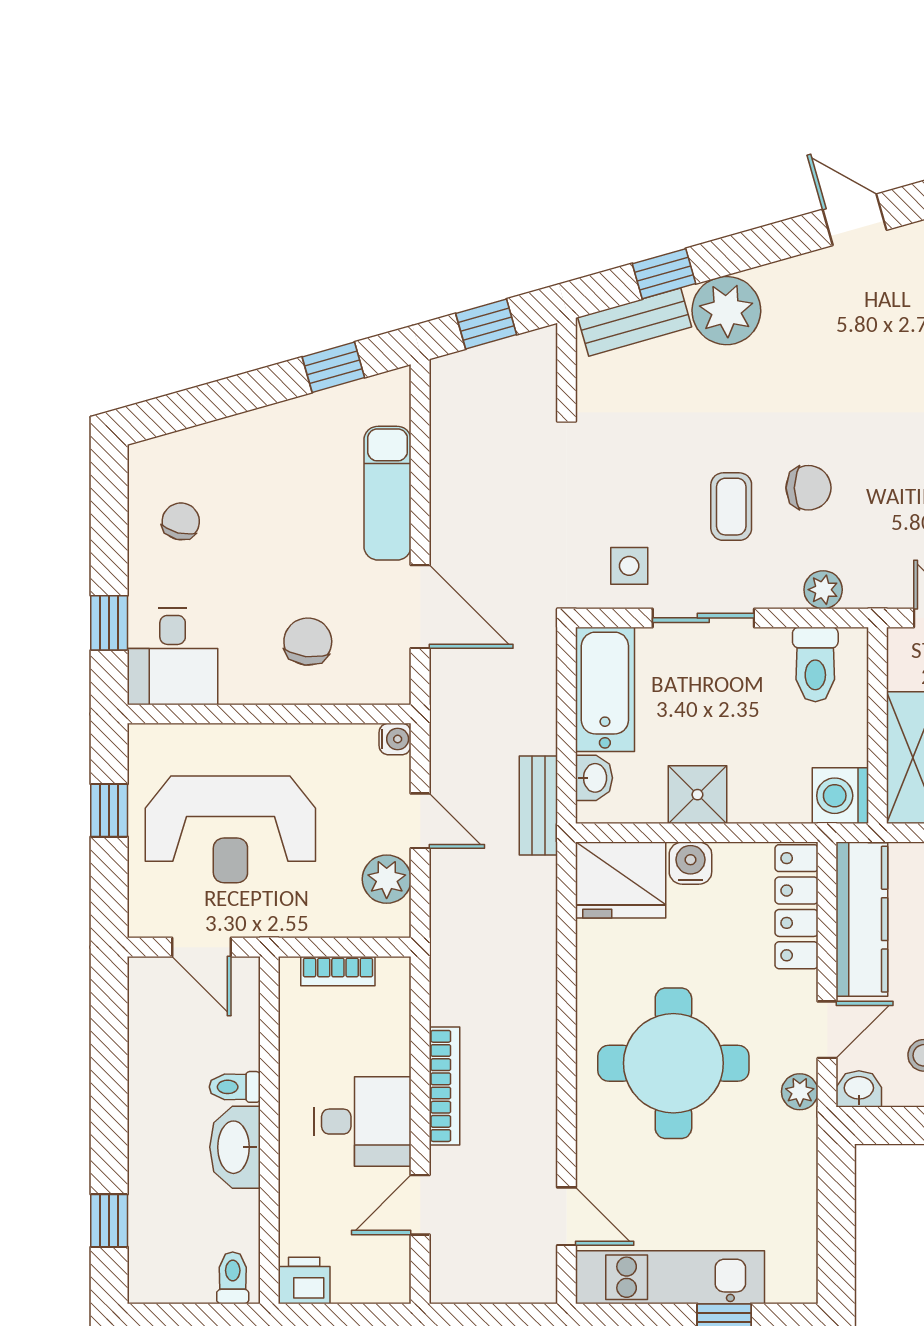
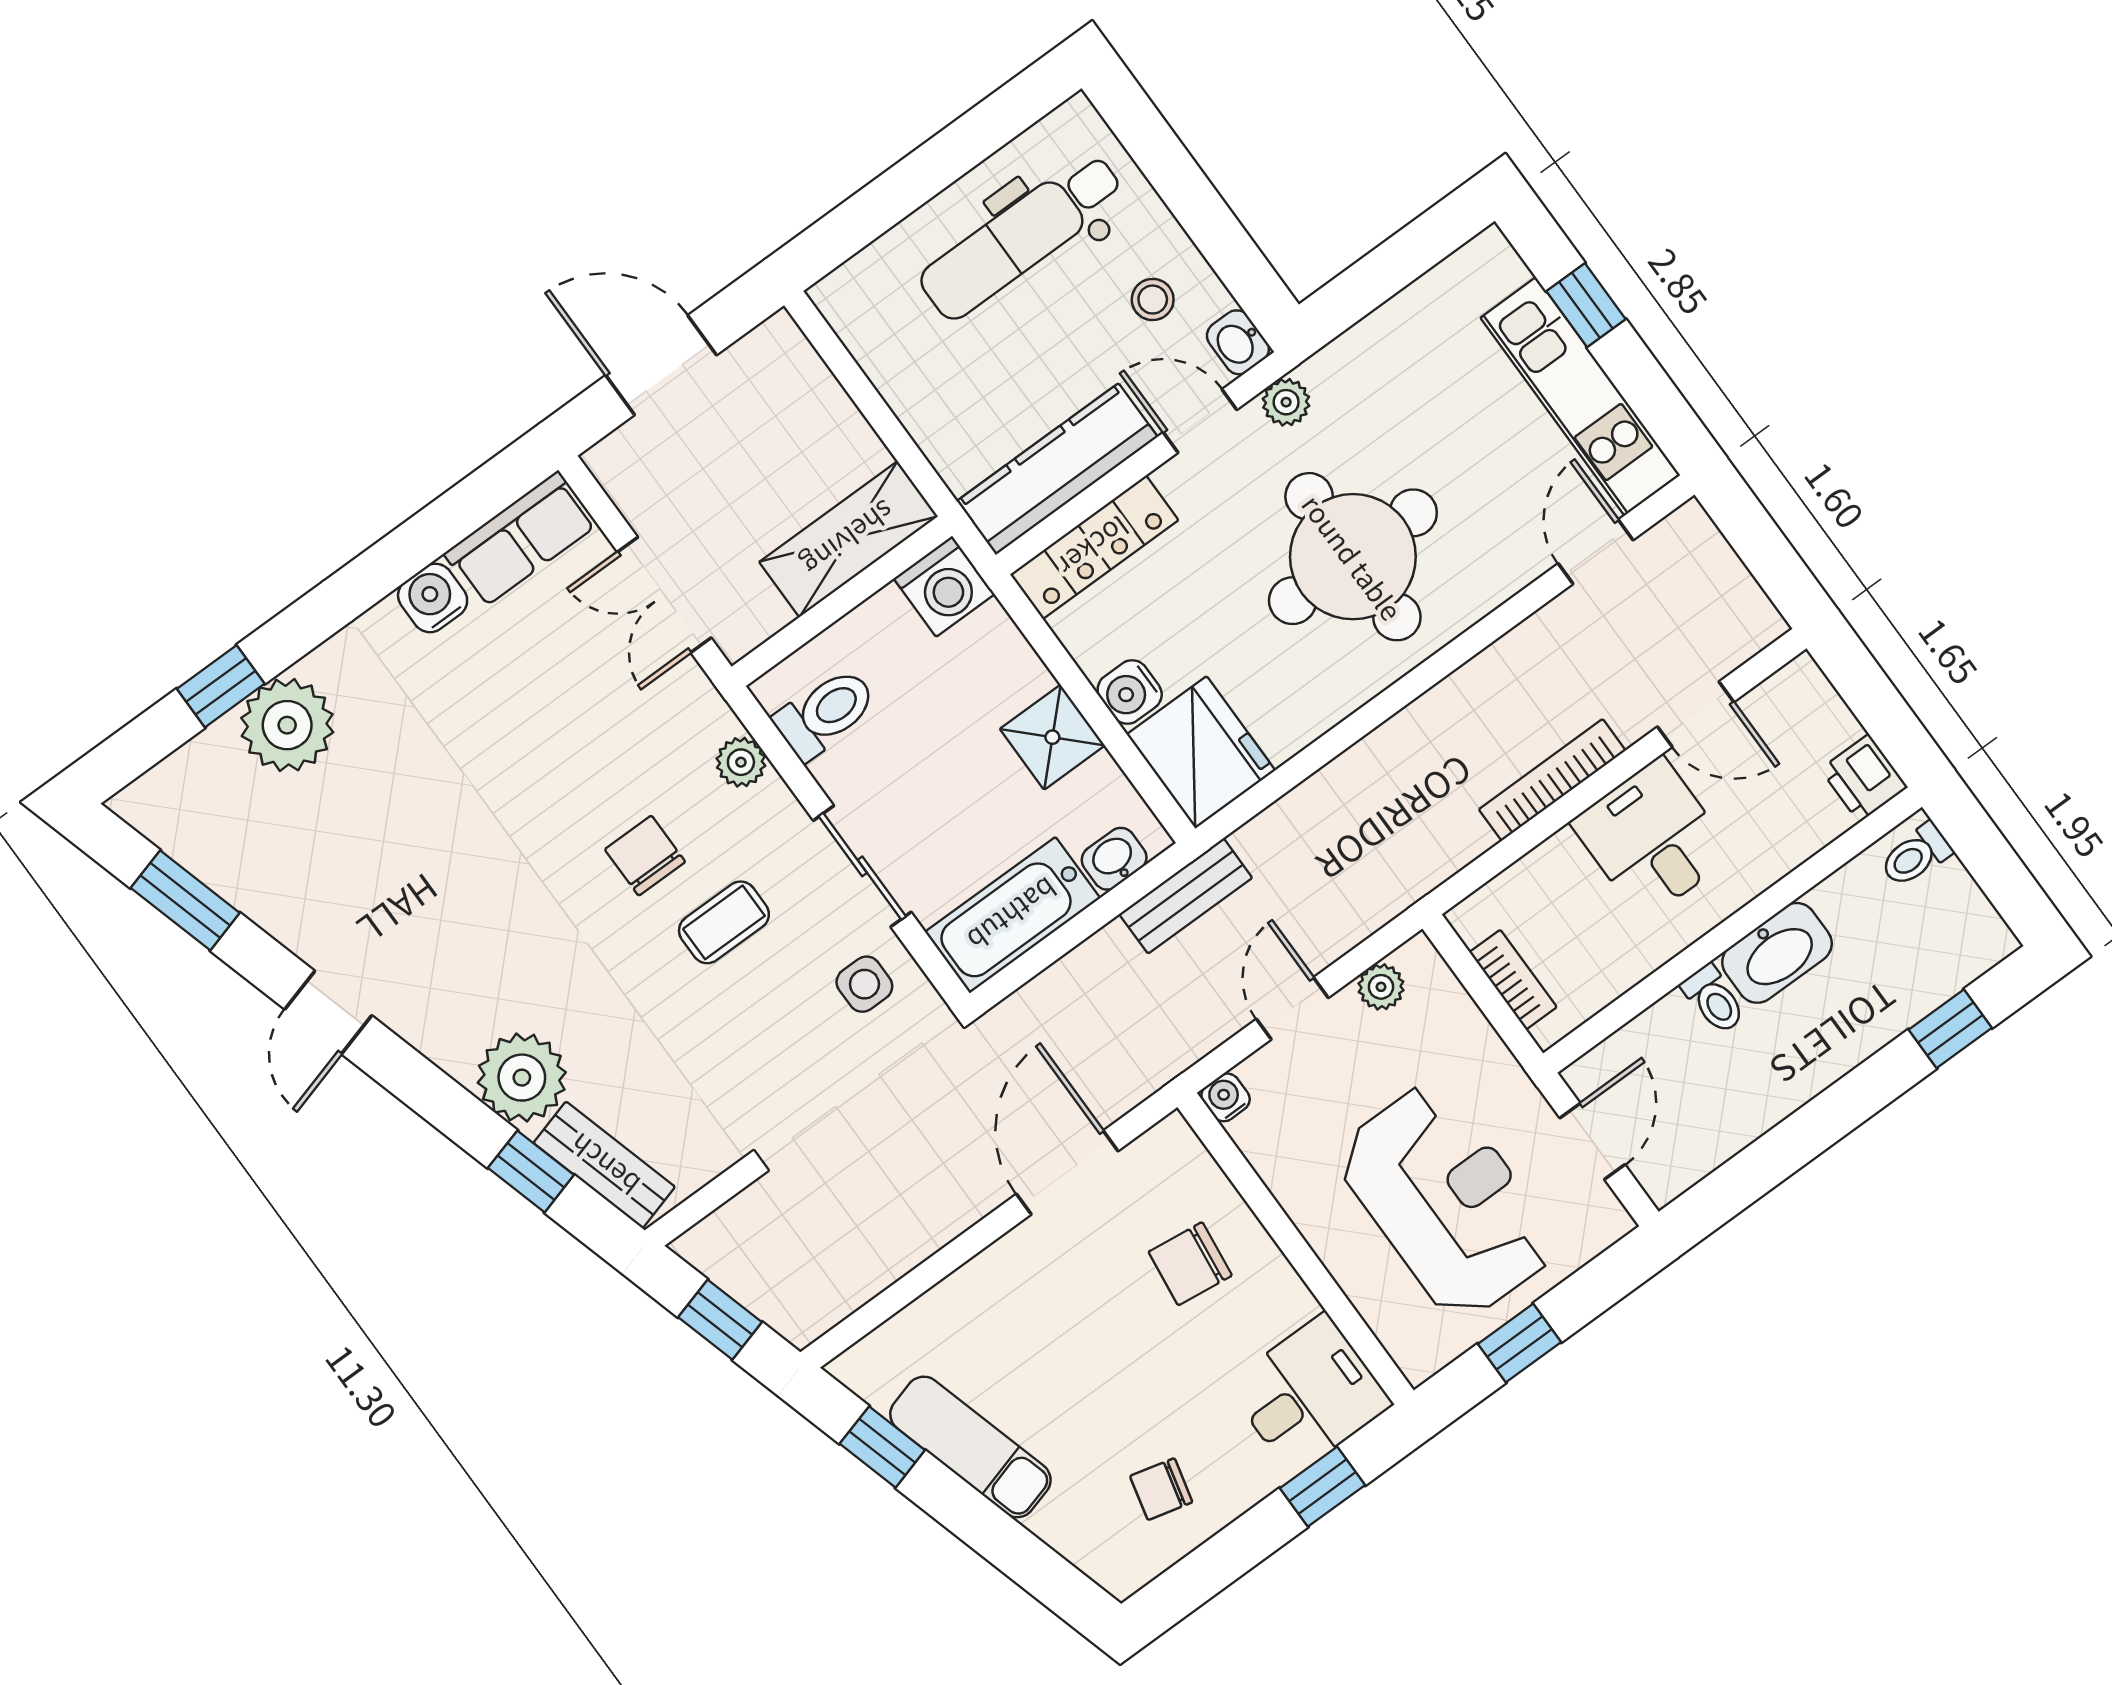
exam couch: (388, 493) -> (970, 1447), moved, turned -106
plant: (387, 879) -> (1381, 987), width x0.73, depth x0.73

